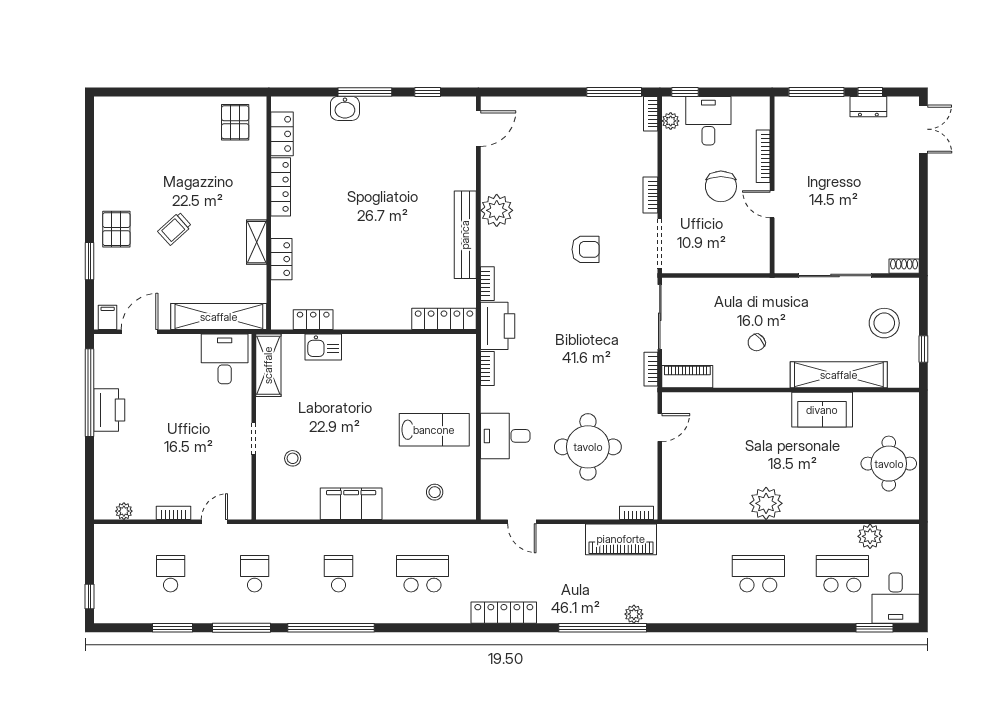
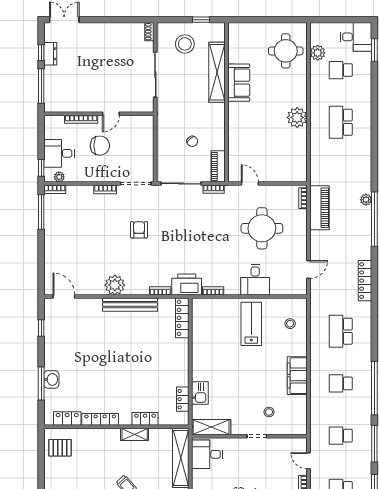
window: (365, 92) -> (41, 384), moved
chair: (757, 342) -> (192, 141), moved
round table: (889, 464) -> (286, 51), moved
school desk: (842, 574) -> (341, 70), width x0.54

